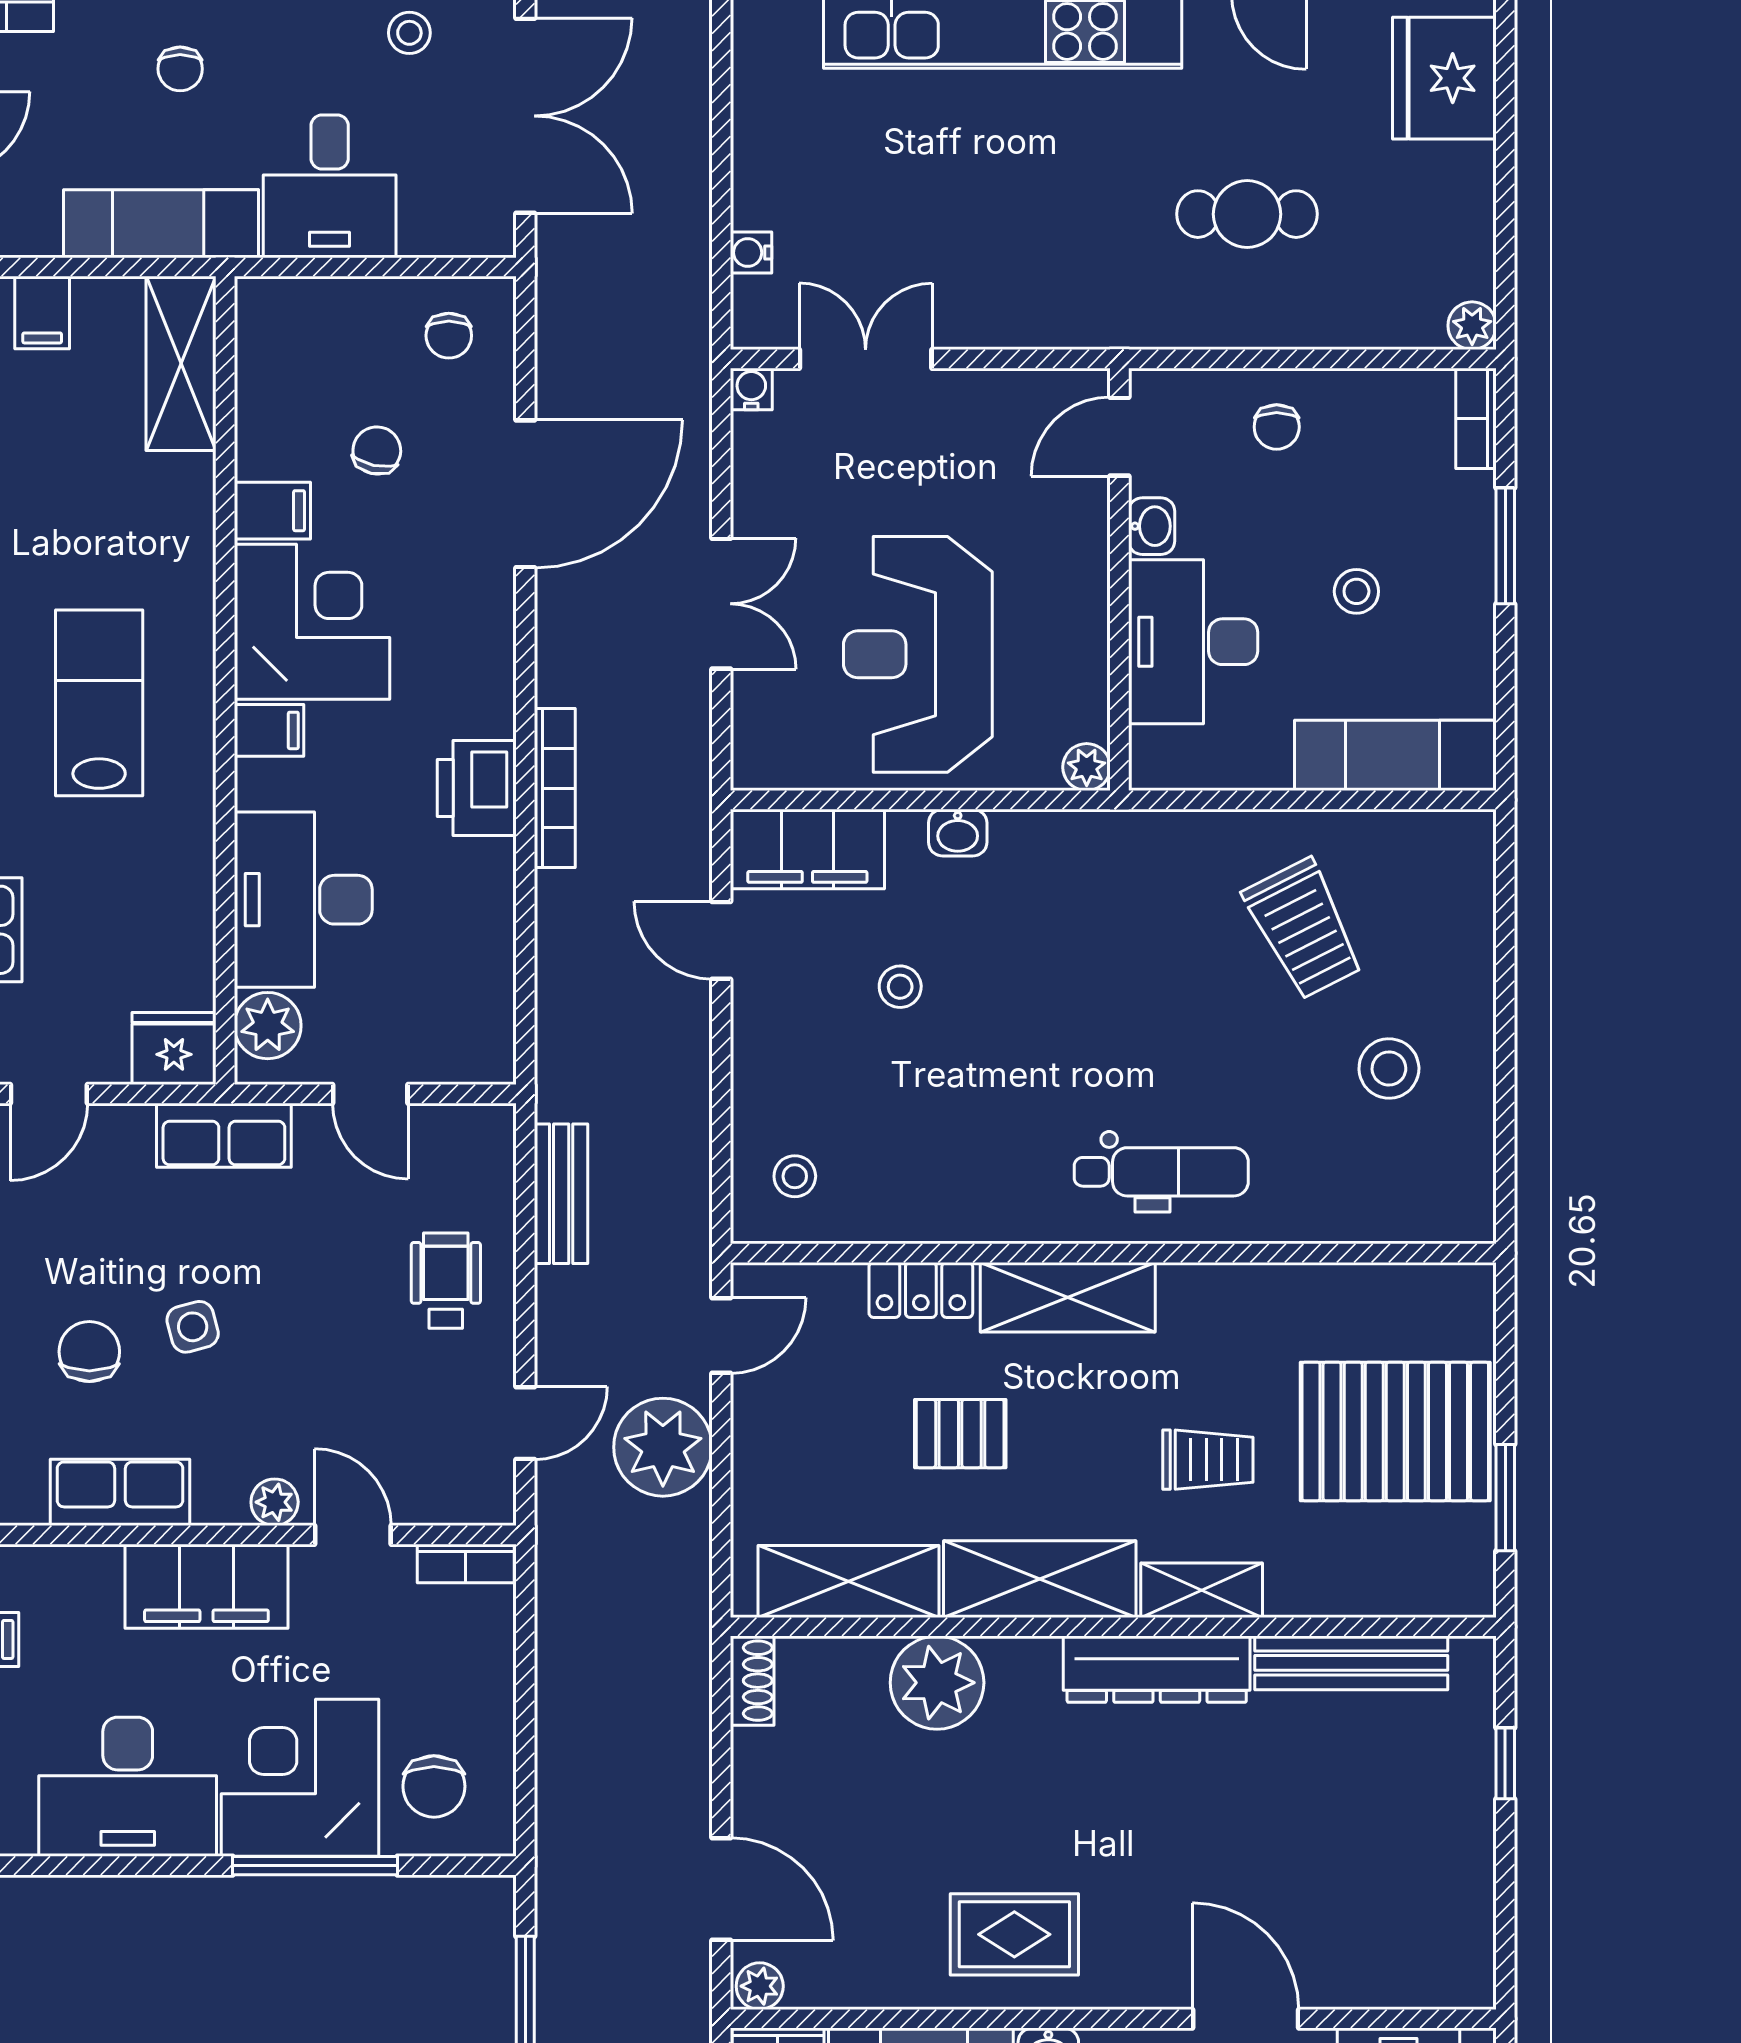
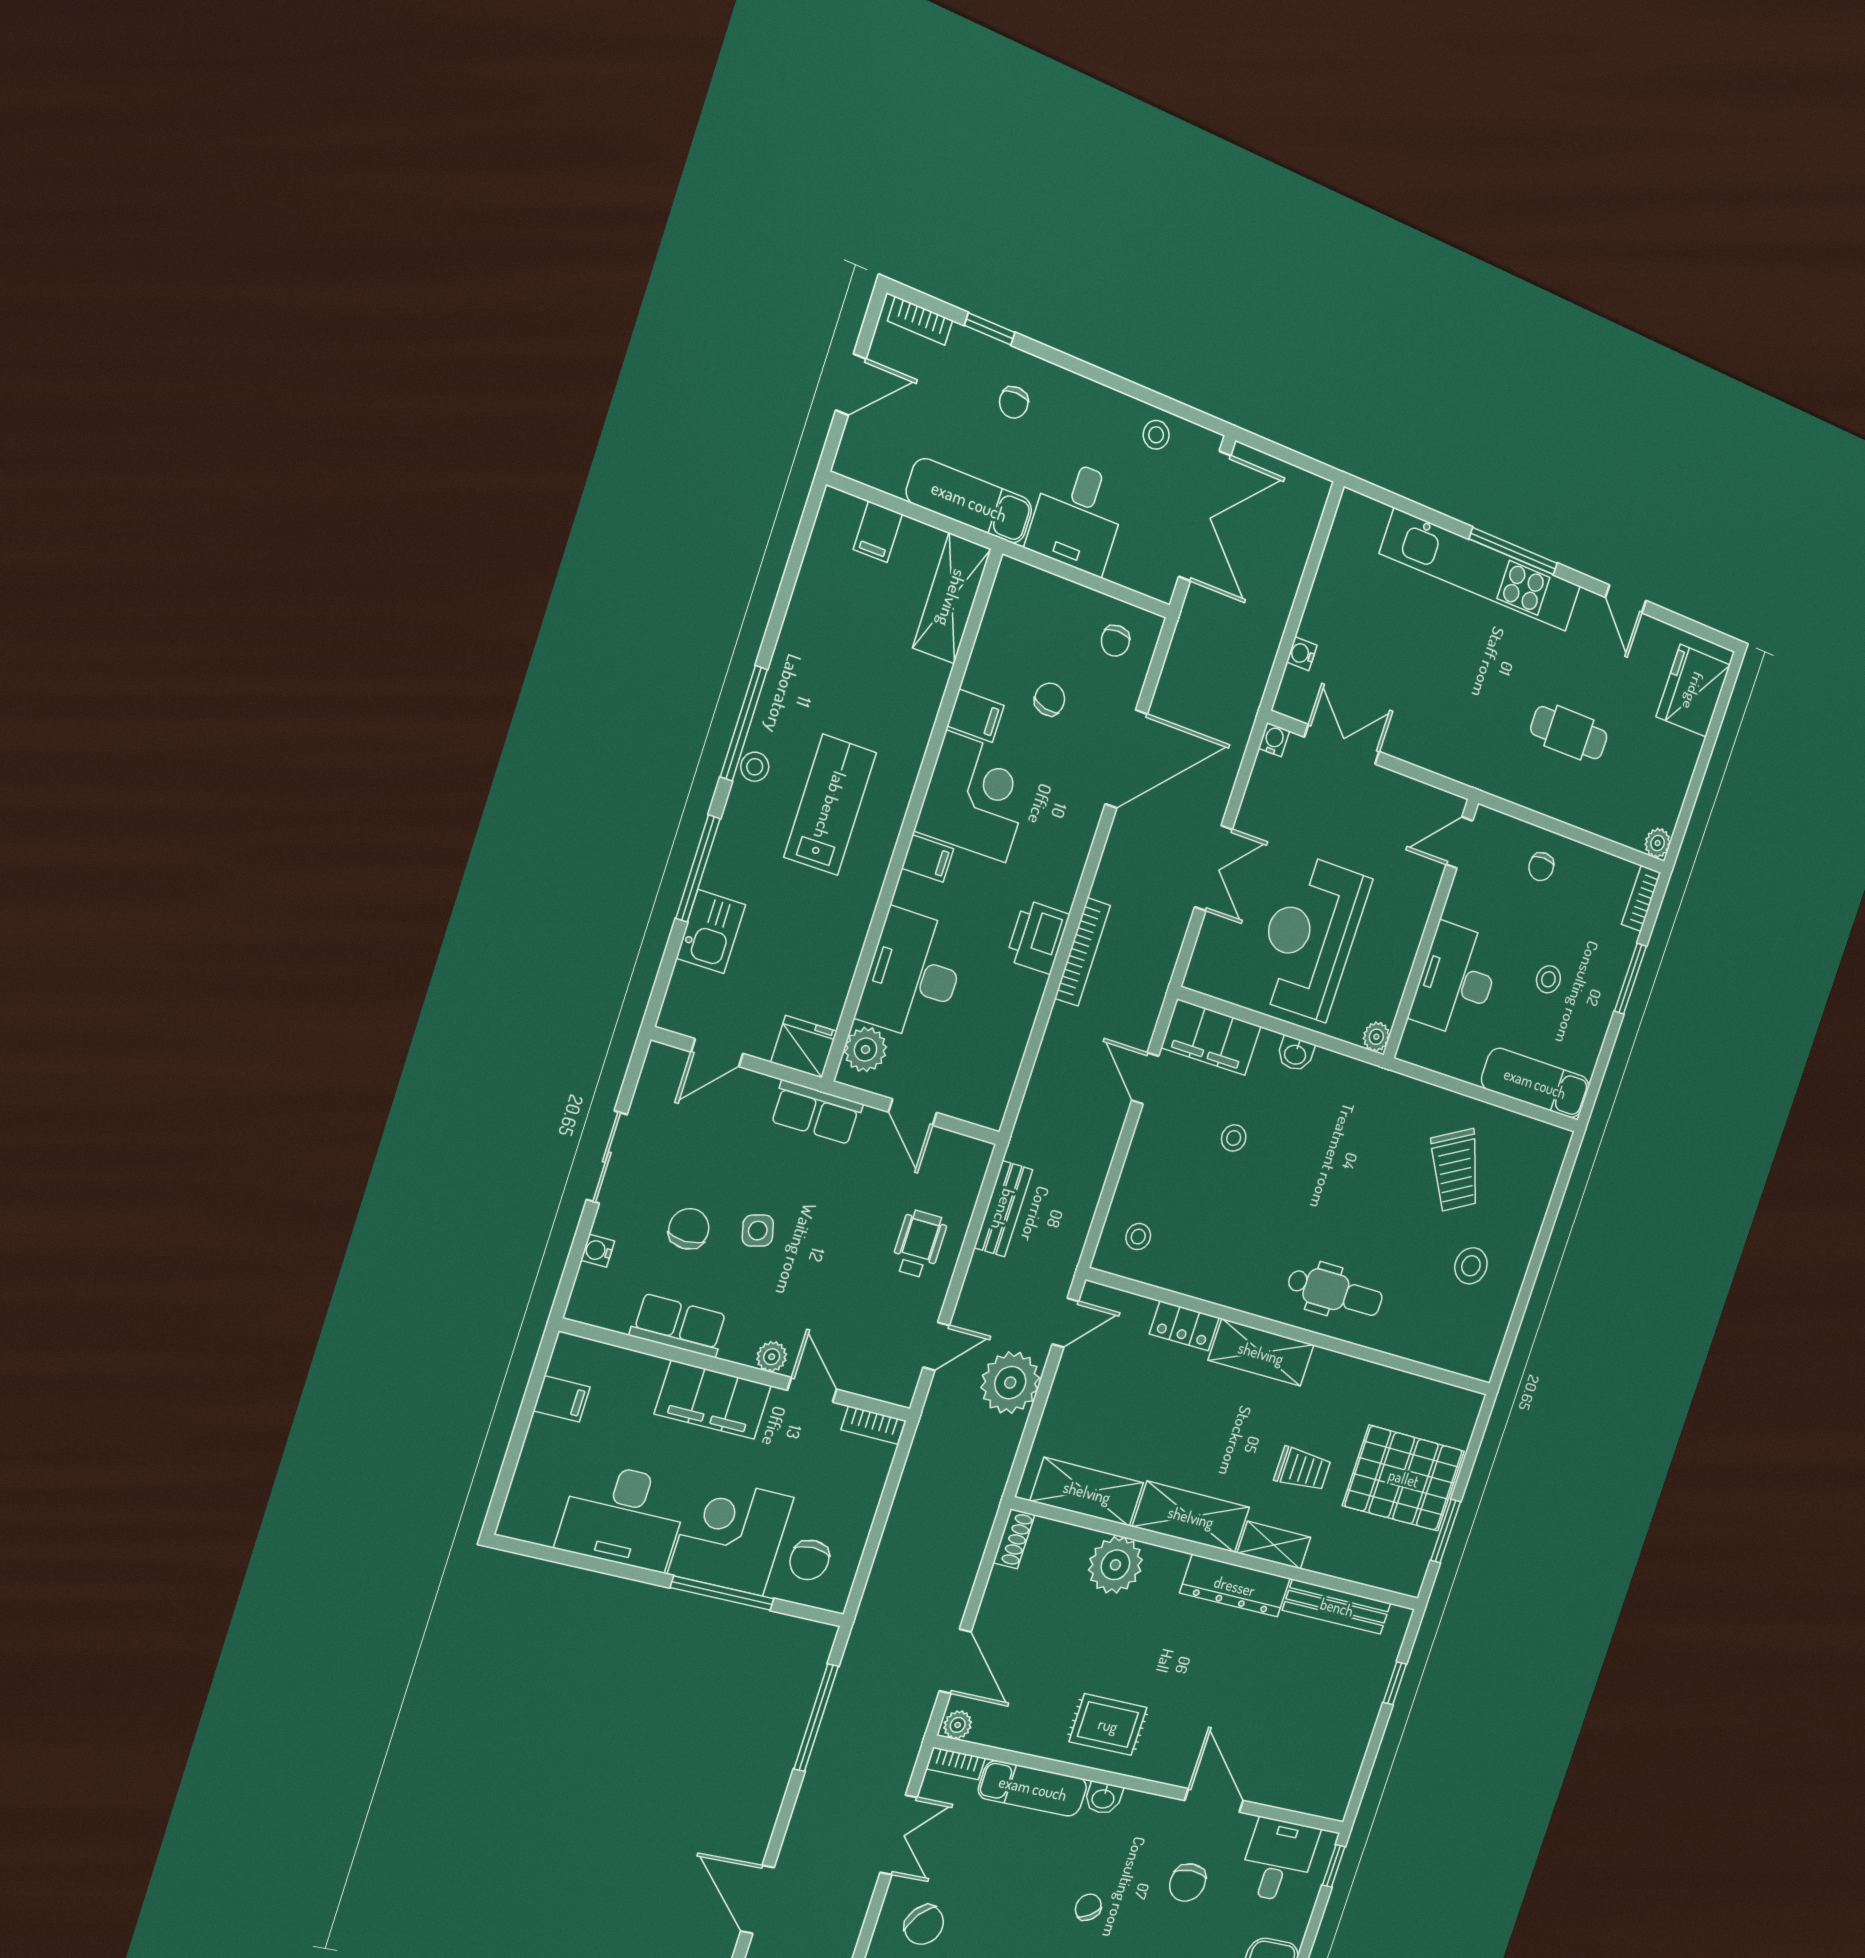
washbasin: (1152, 526) -> (1458, 903), removed
pallet: (960, 1434) -> (1177, 1418), removed

